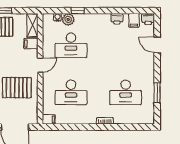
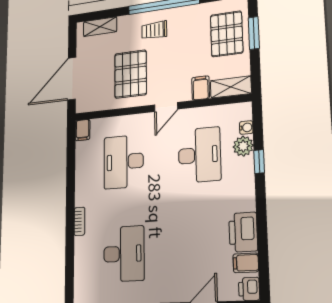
printer: (117, 19) -> (243, 232), width x1.87, depth x1.48
desk: (71, 45) -> (199, 155), turned 180
door: (40, 65) -> (166, 107), hinge flipped
desk: (126, 92) -> (124, 254), turned 180

